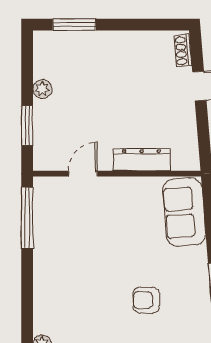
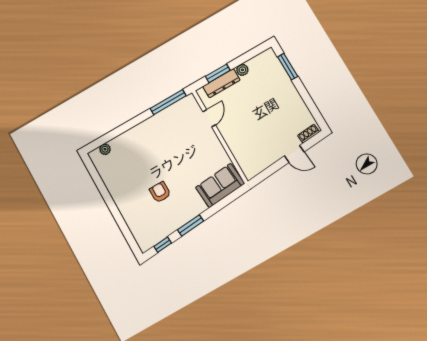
dresser: (142, 160) -> (221, 83), moved, turned 90
door: (83, 174) -> (209, 118), hinge flipped

